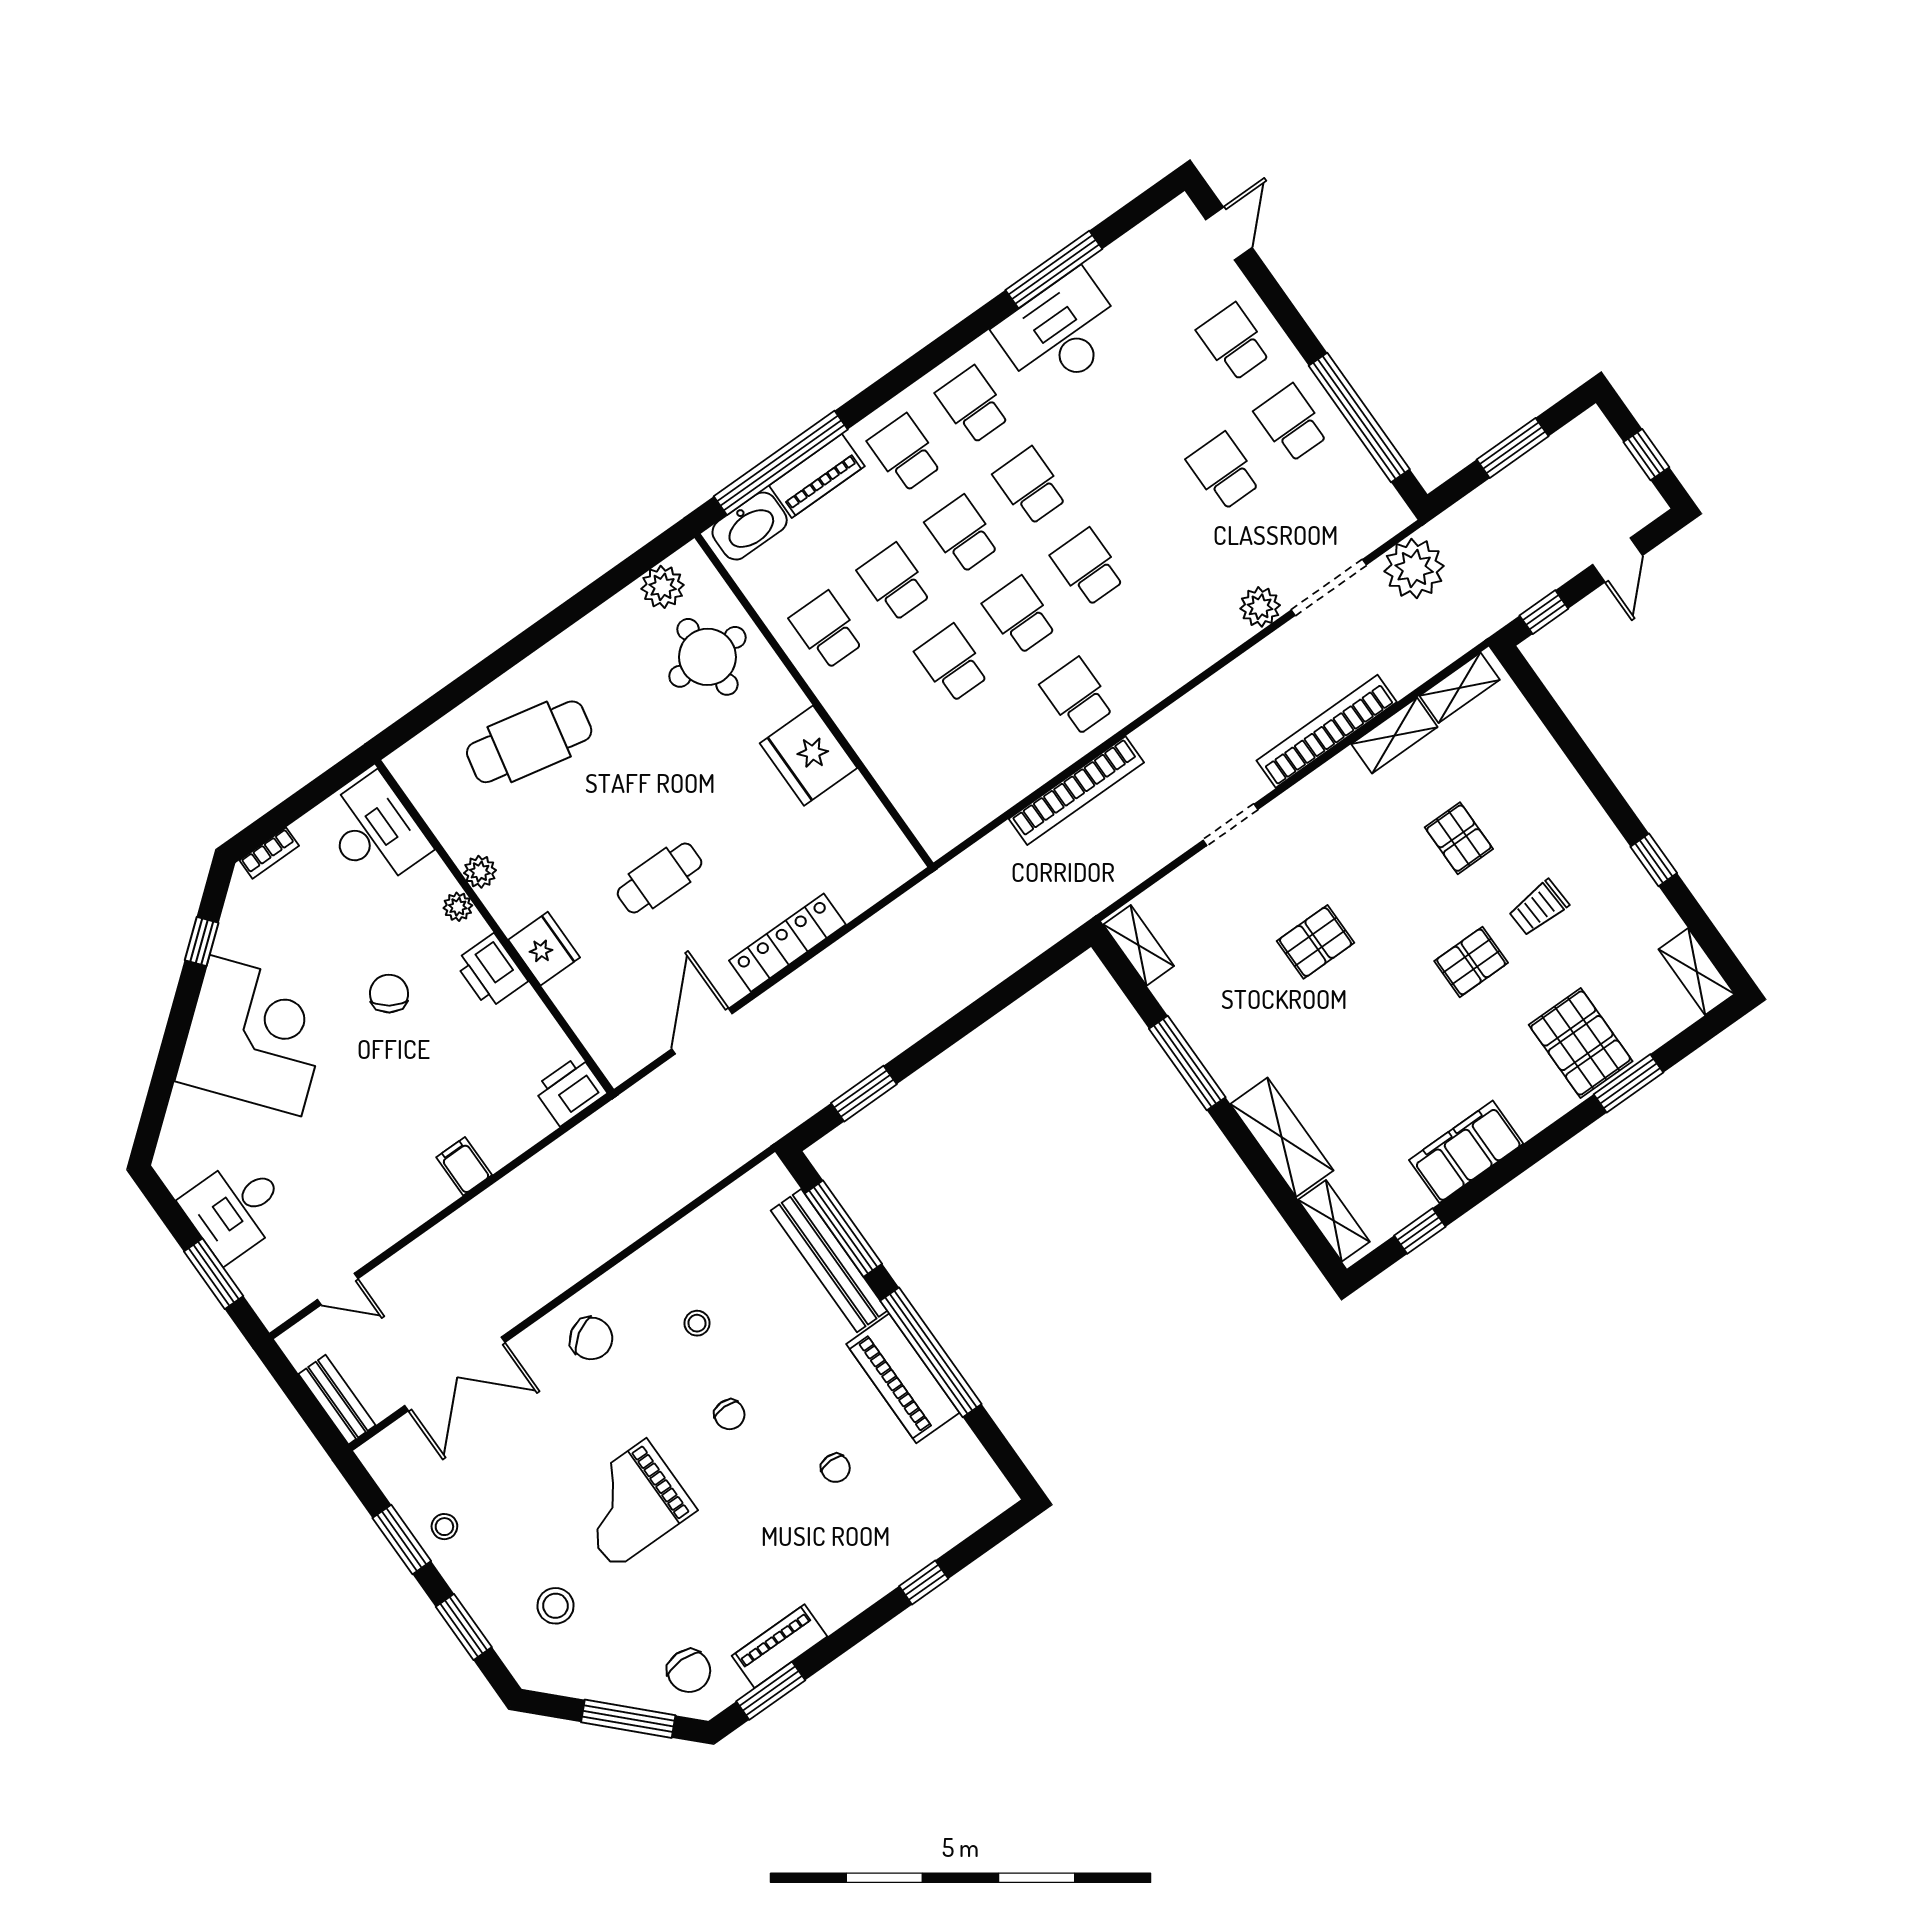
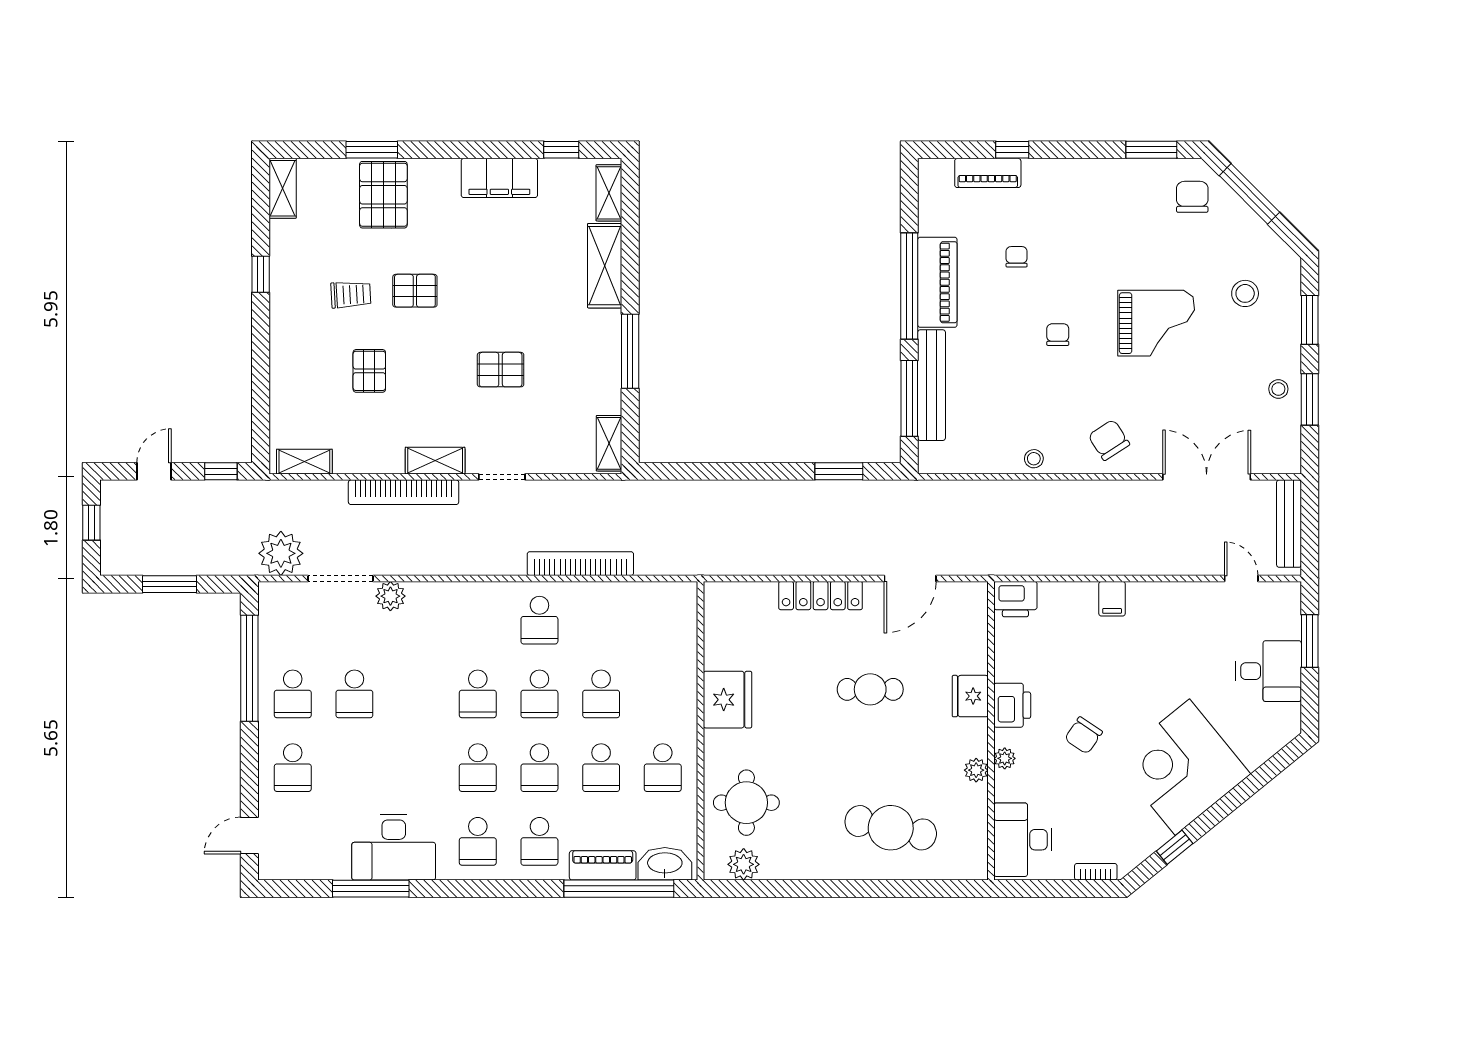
shelving: (1394, 736) -> (435, 461), moved
stool: (697, 1323) -> (1034, 459), moved
bench: (337, 1400) -> (1289, 524), width x1.36
piano: (780, 1646) -> (988, 173), moved

